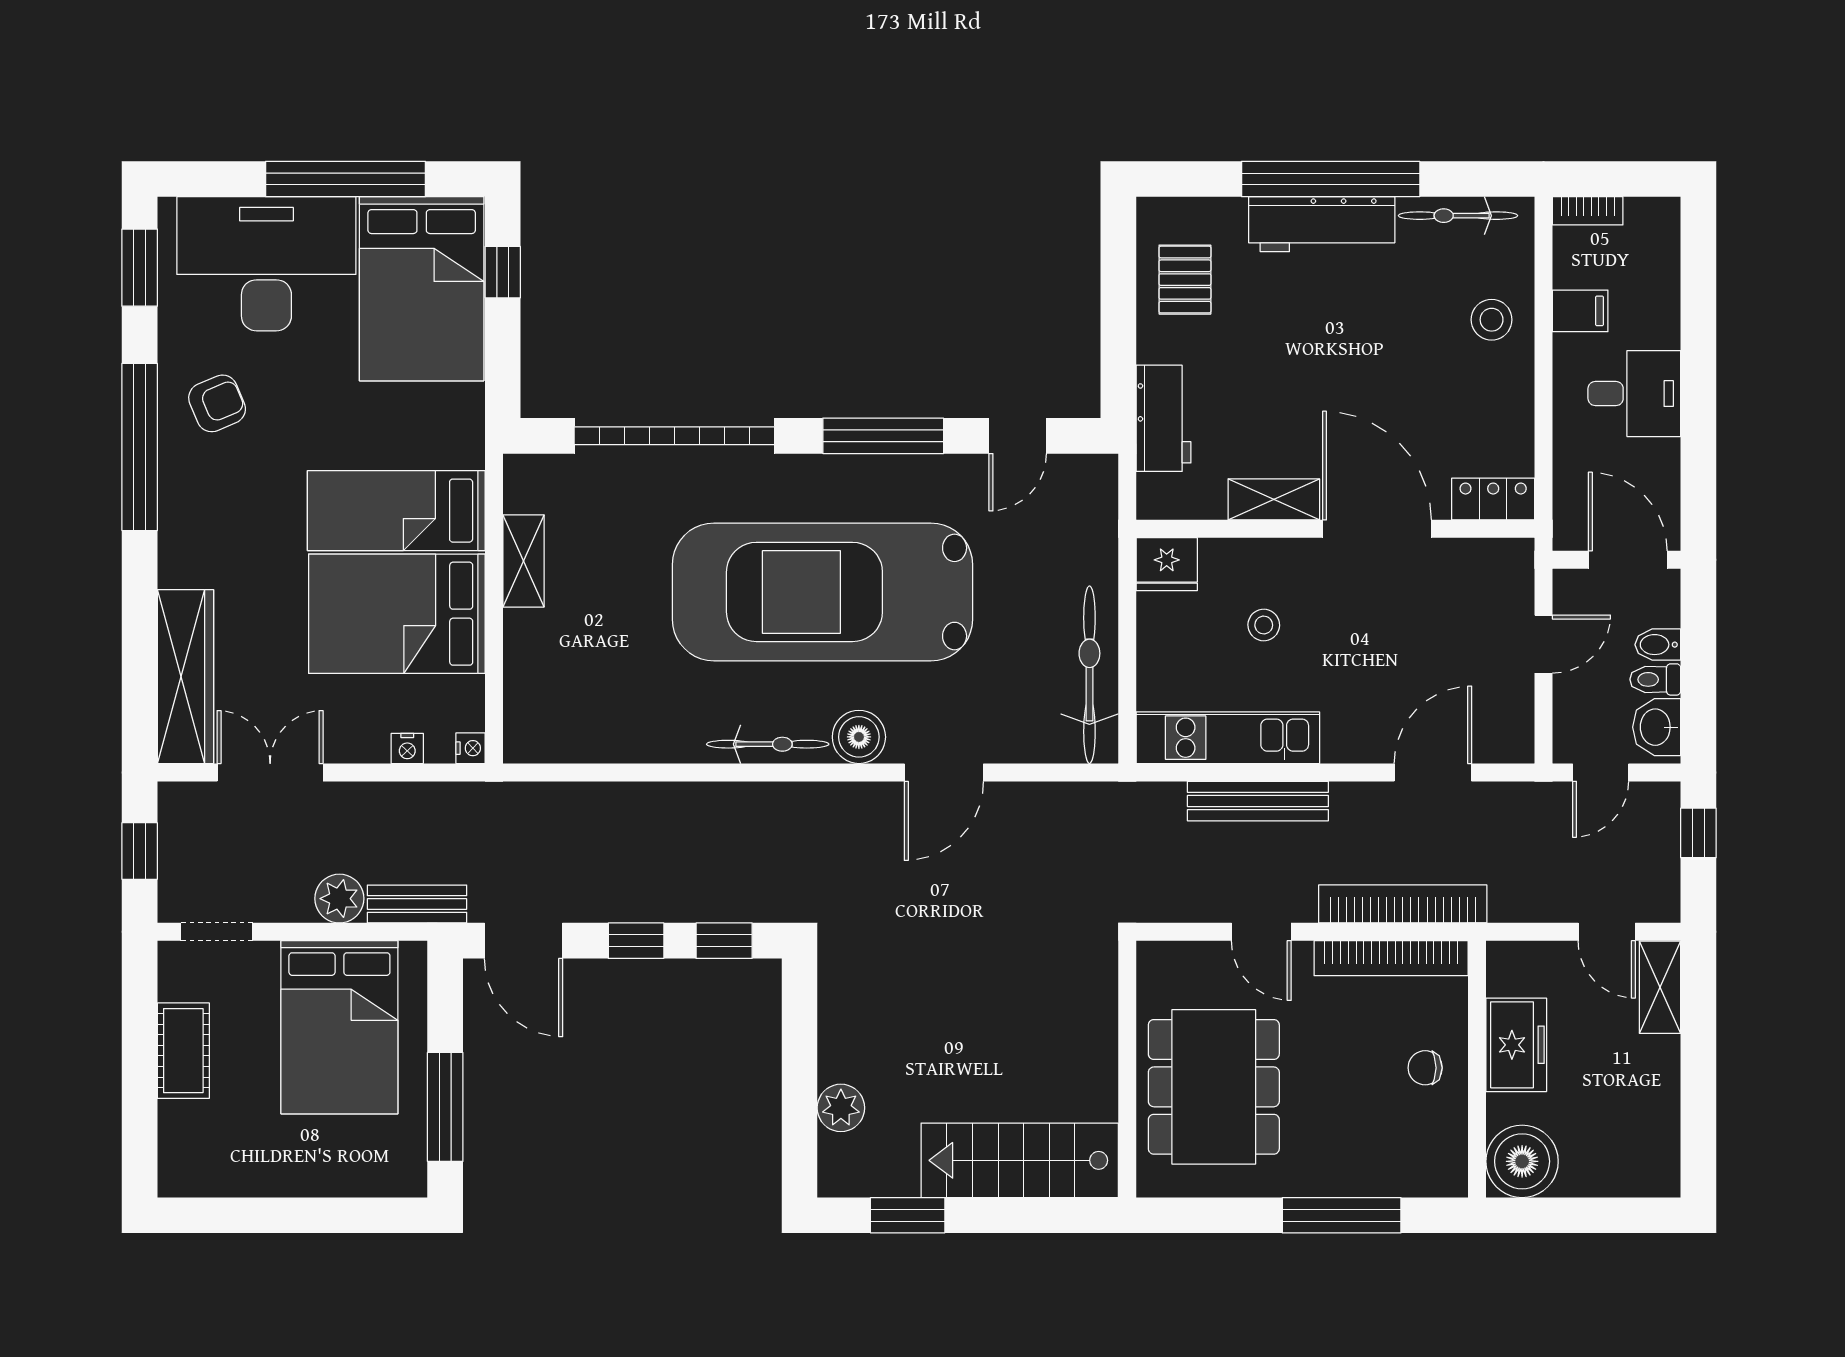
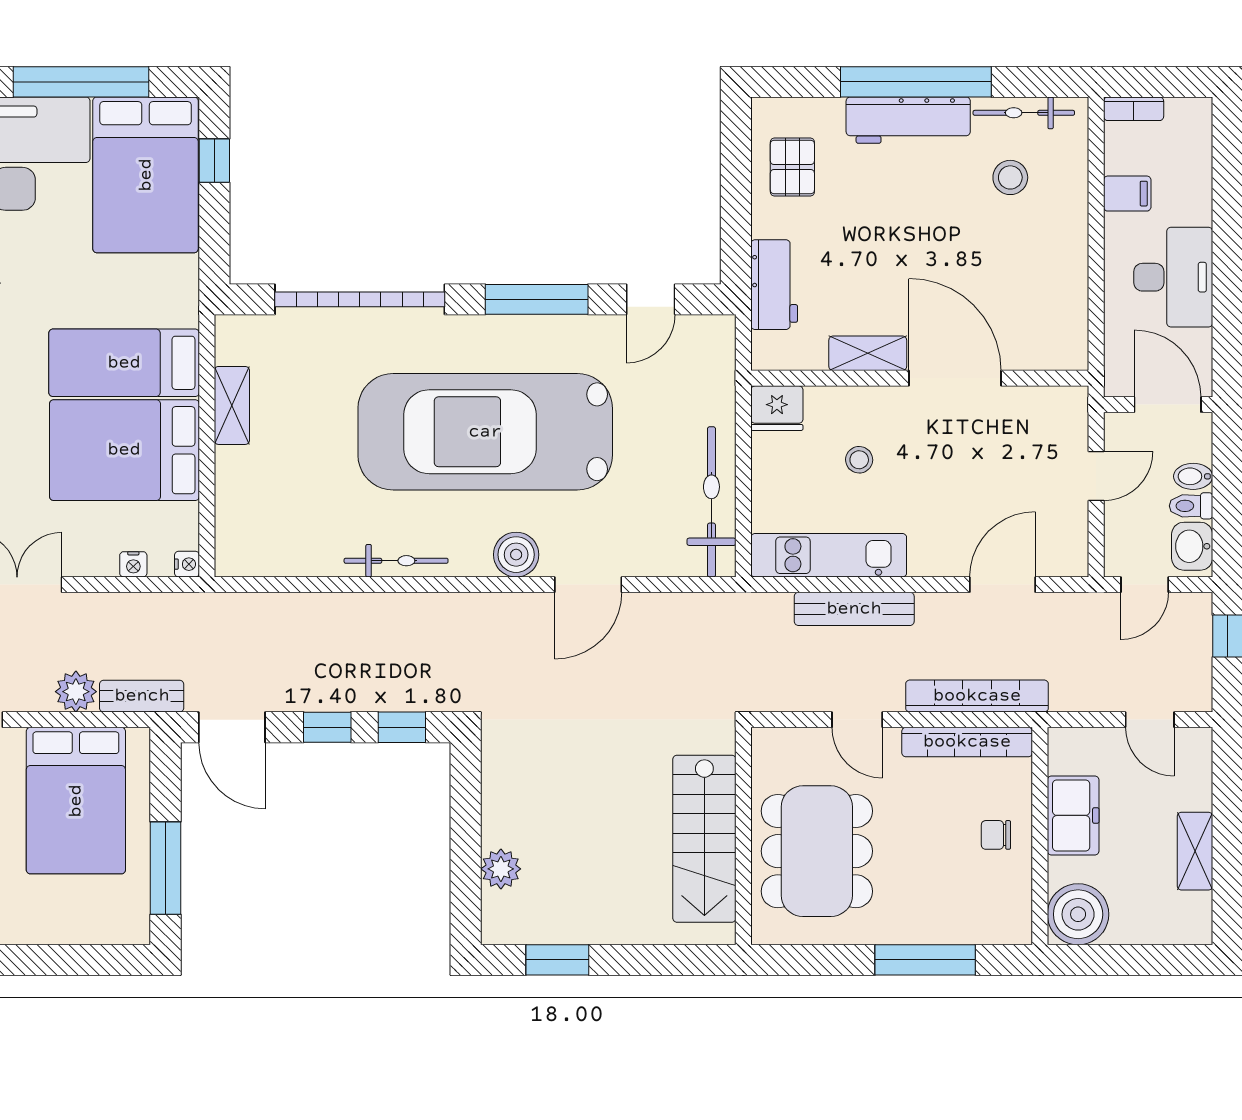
stool: (1492, 320) -> (1010, 177), moved
desk: (1634, 394) -> (1173, 277), width x1.37
locker: (1493, 499) -> (1054, 353), removed
bicycle: (768, 744) -> (396, 561), moved
shelving: (1660, 987) -> (1195, 851), moved
stairs: (1020, 1160) -> (704, 839), moved, turned -90

